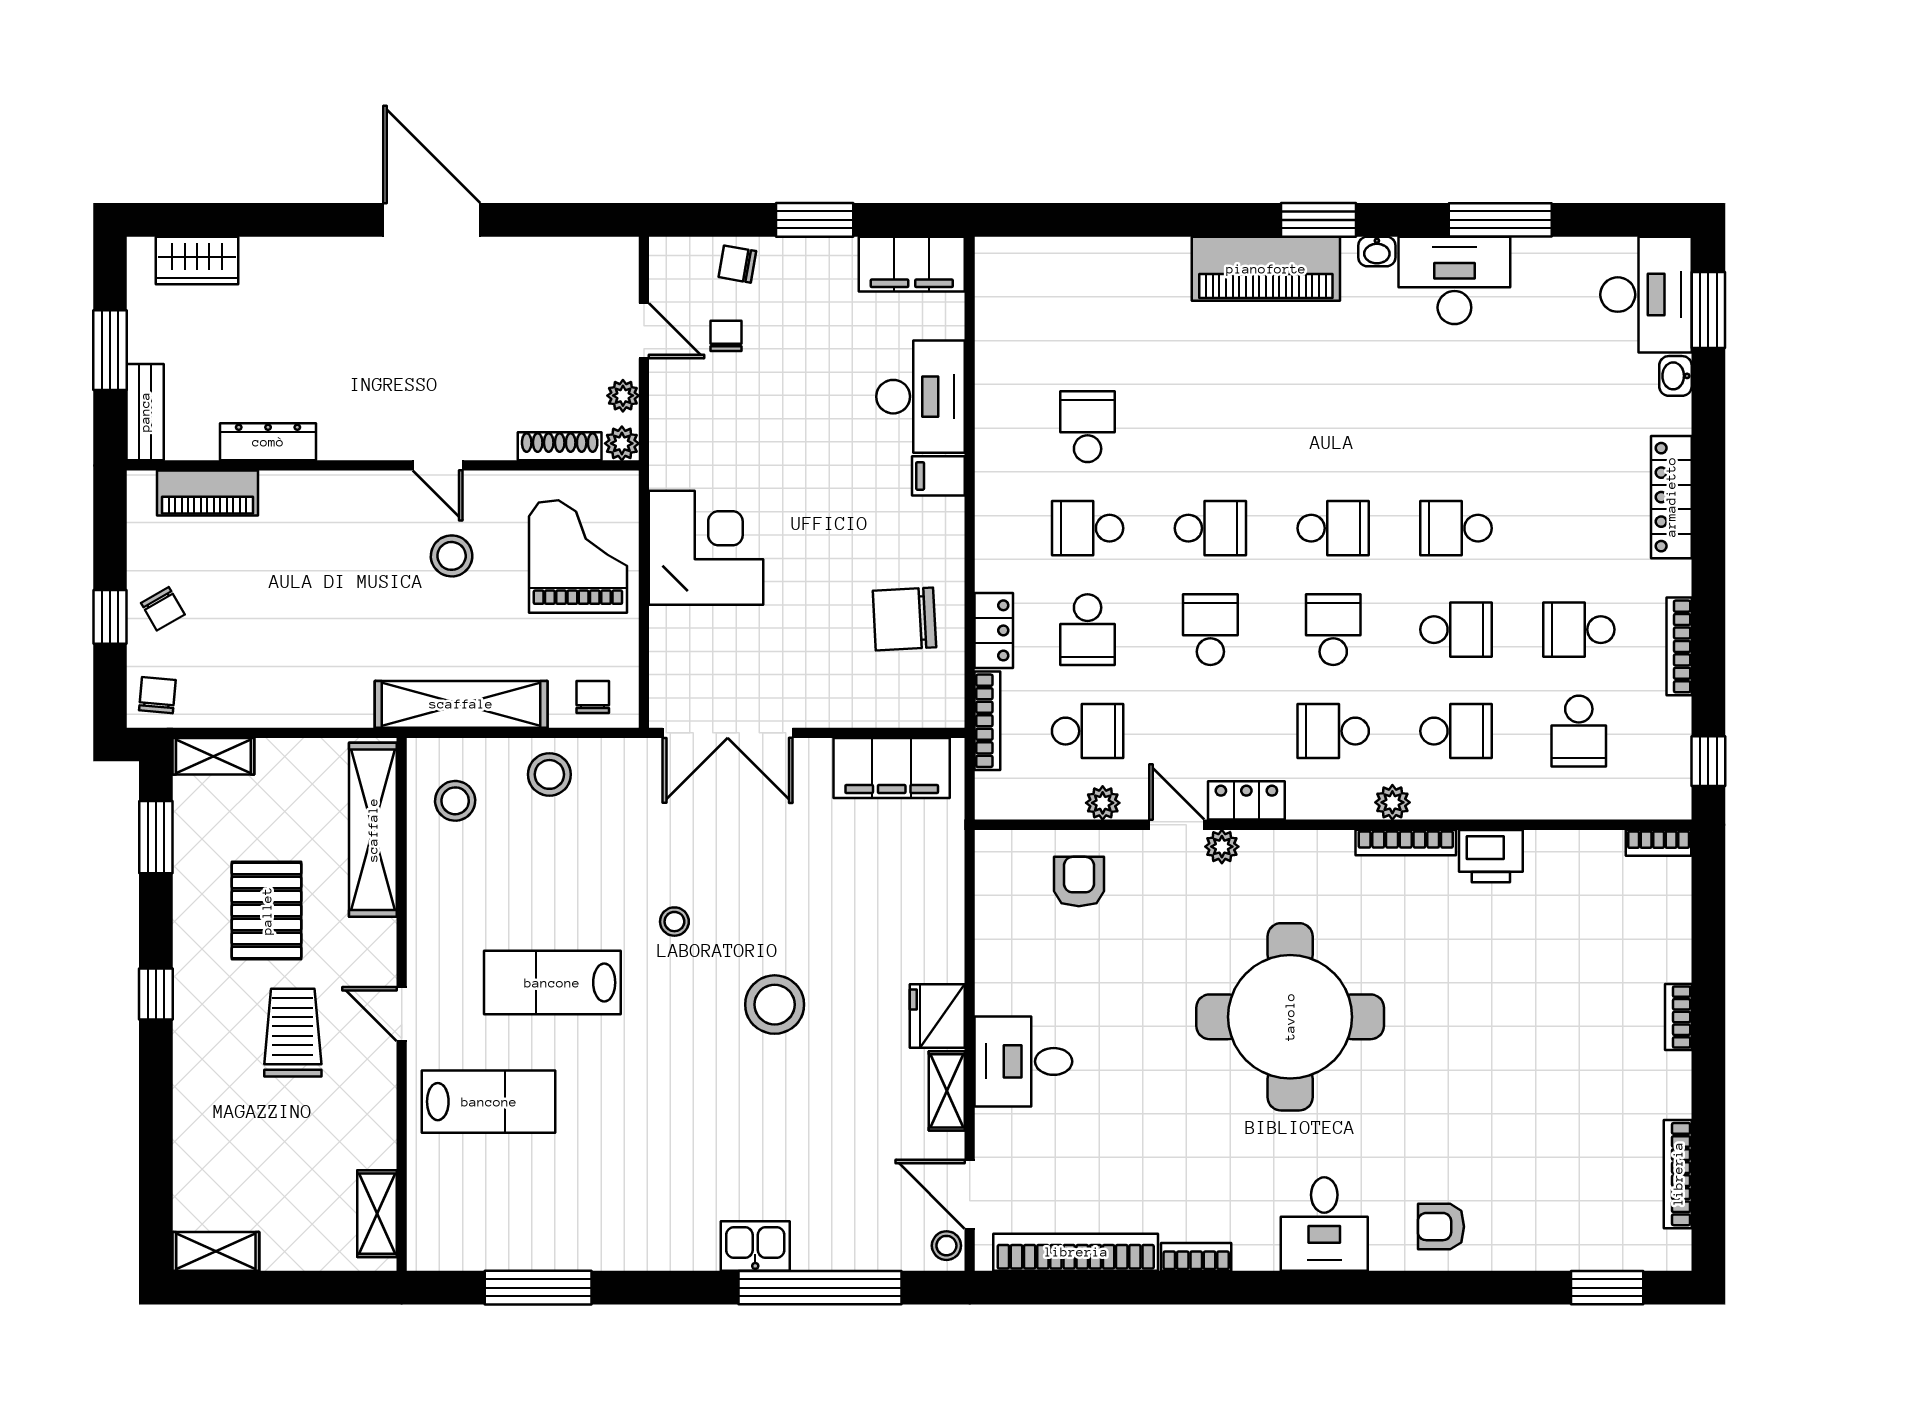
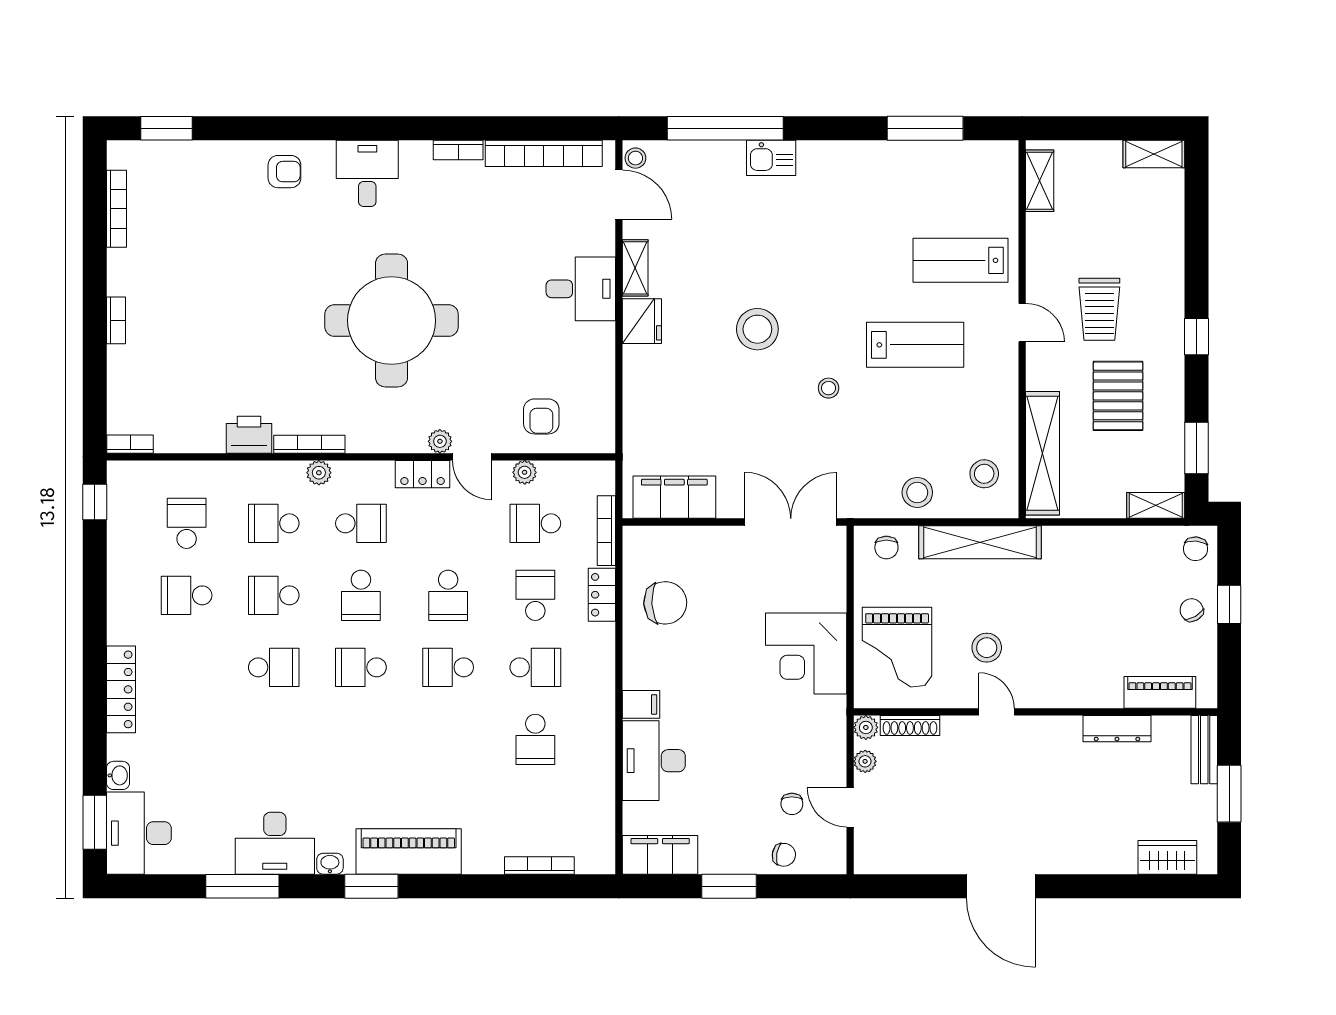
school desk: (1579, 630) -> (187, 595), turned 180
bookcase: (1679, 646) -> (539, 865), moved, turned -90

